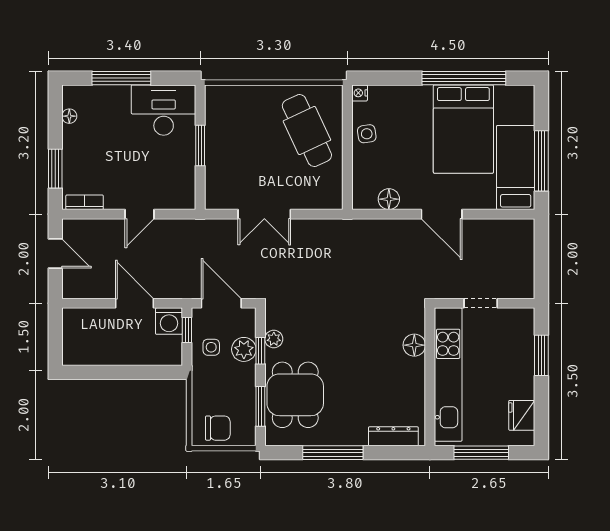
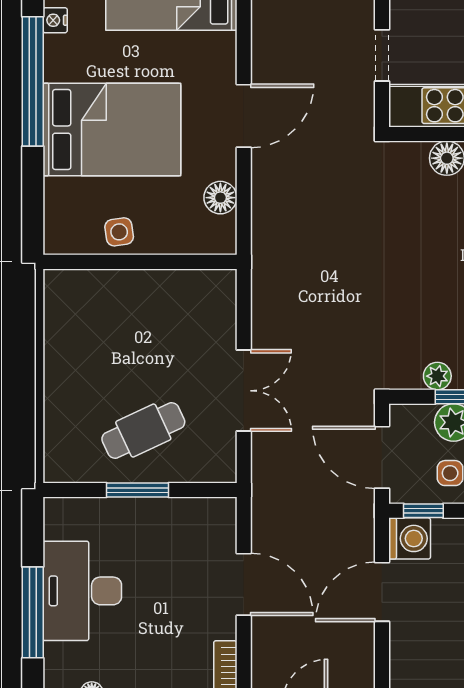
nightstand: (360, 93) -> (55, 20), moved, turned 90
desk: (164, 110) -> (82, 591), moved
bed: (463, 129) -> (112, 130), moved
cafe table: (307, 131) -> (143, 431), moved, width x0.73, depth x0.74
door: (139, 214) -> (244, 584), width x1.38
door: (221, 303) -> (382, 457), hinge flipped

